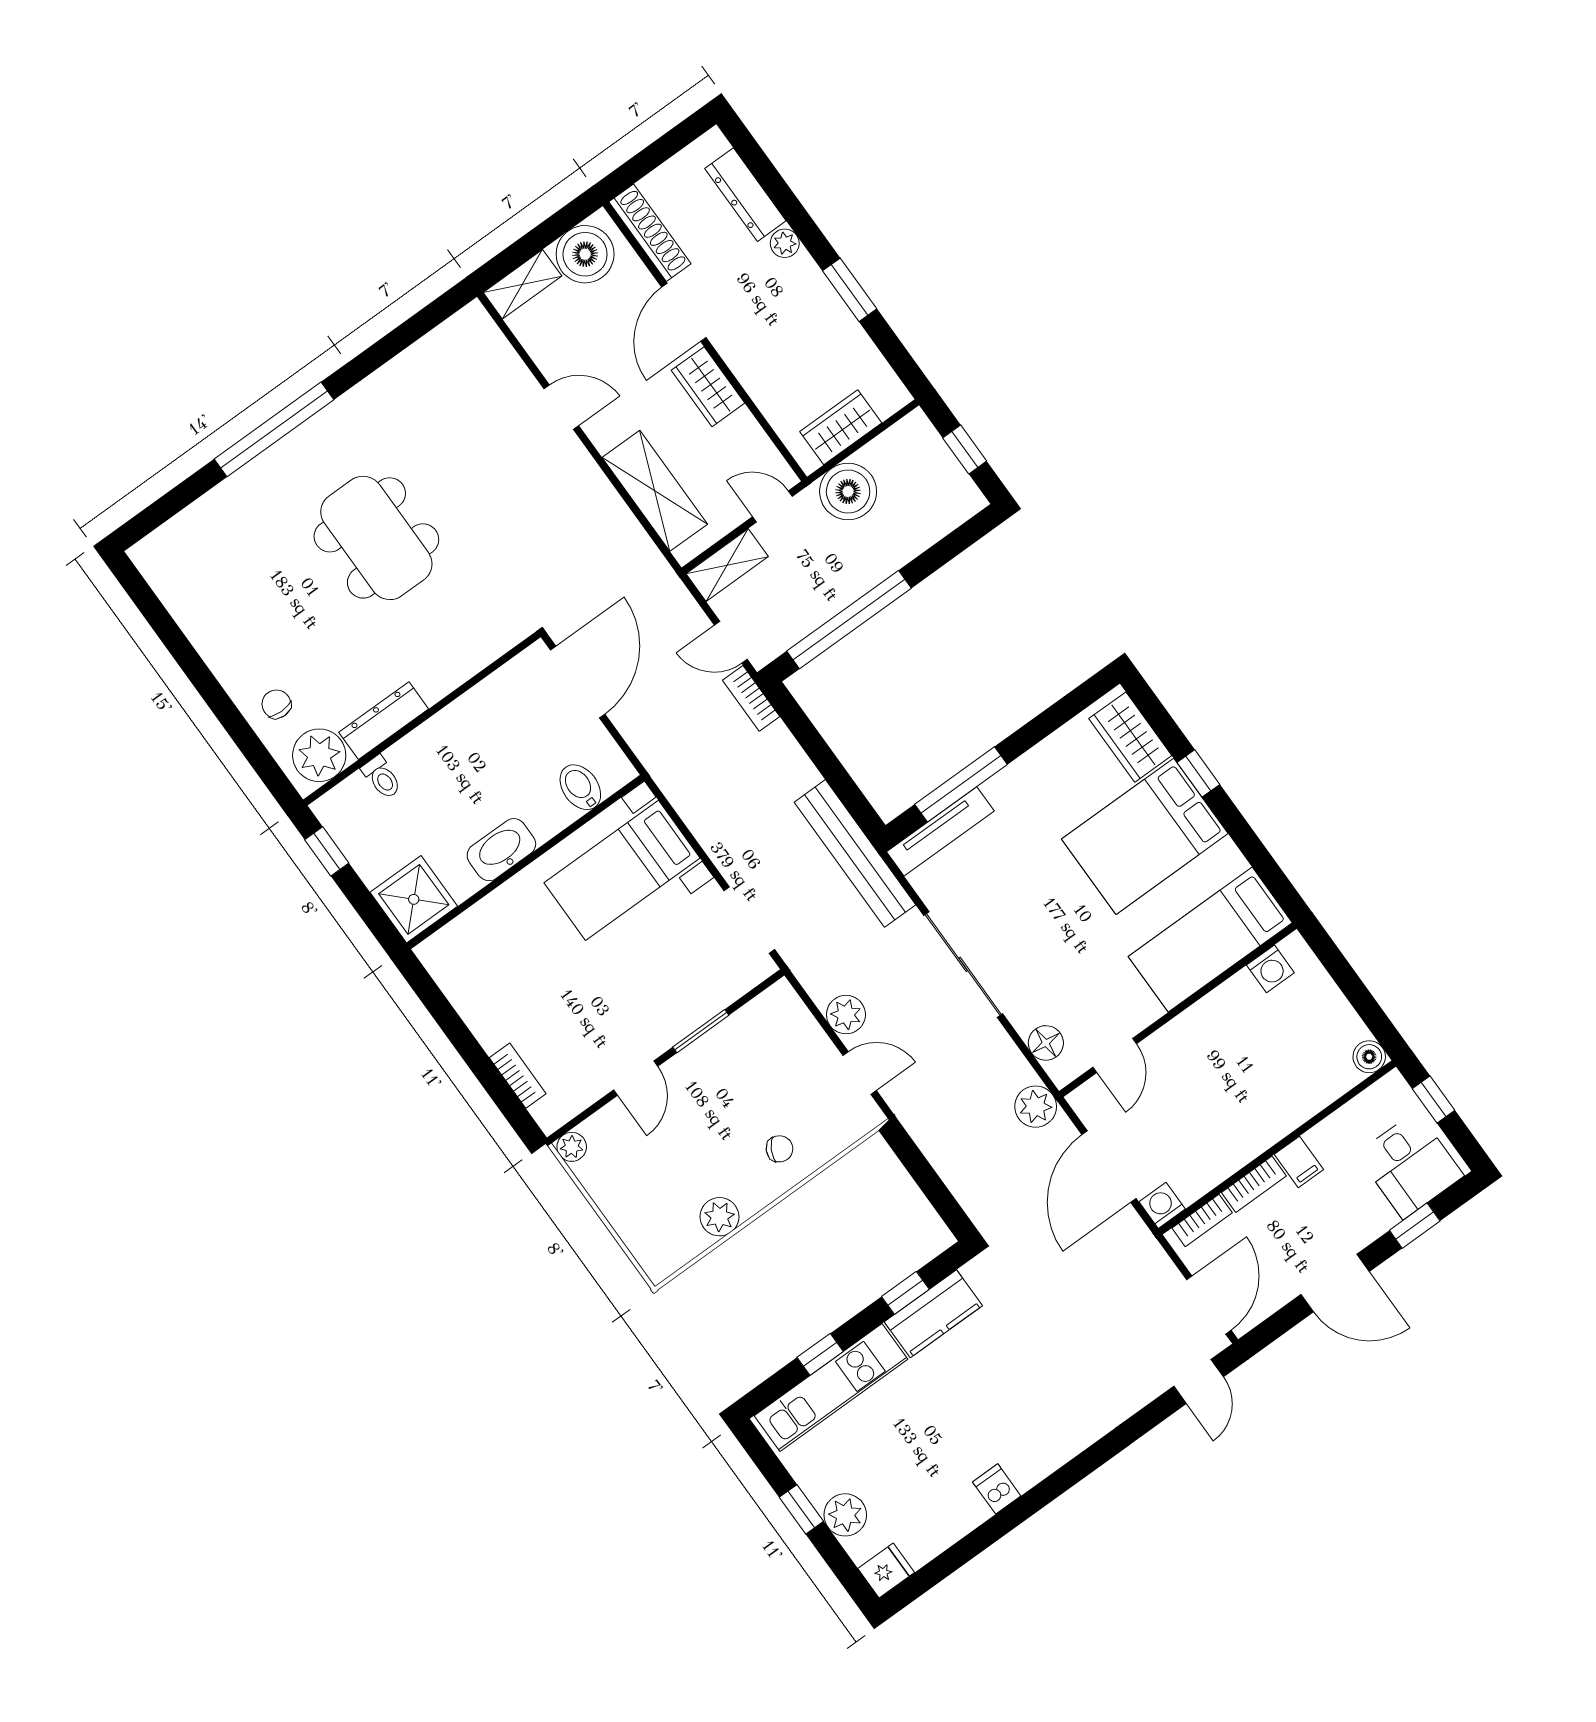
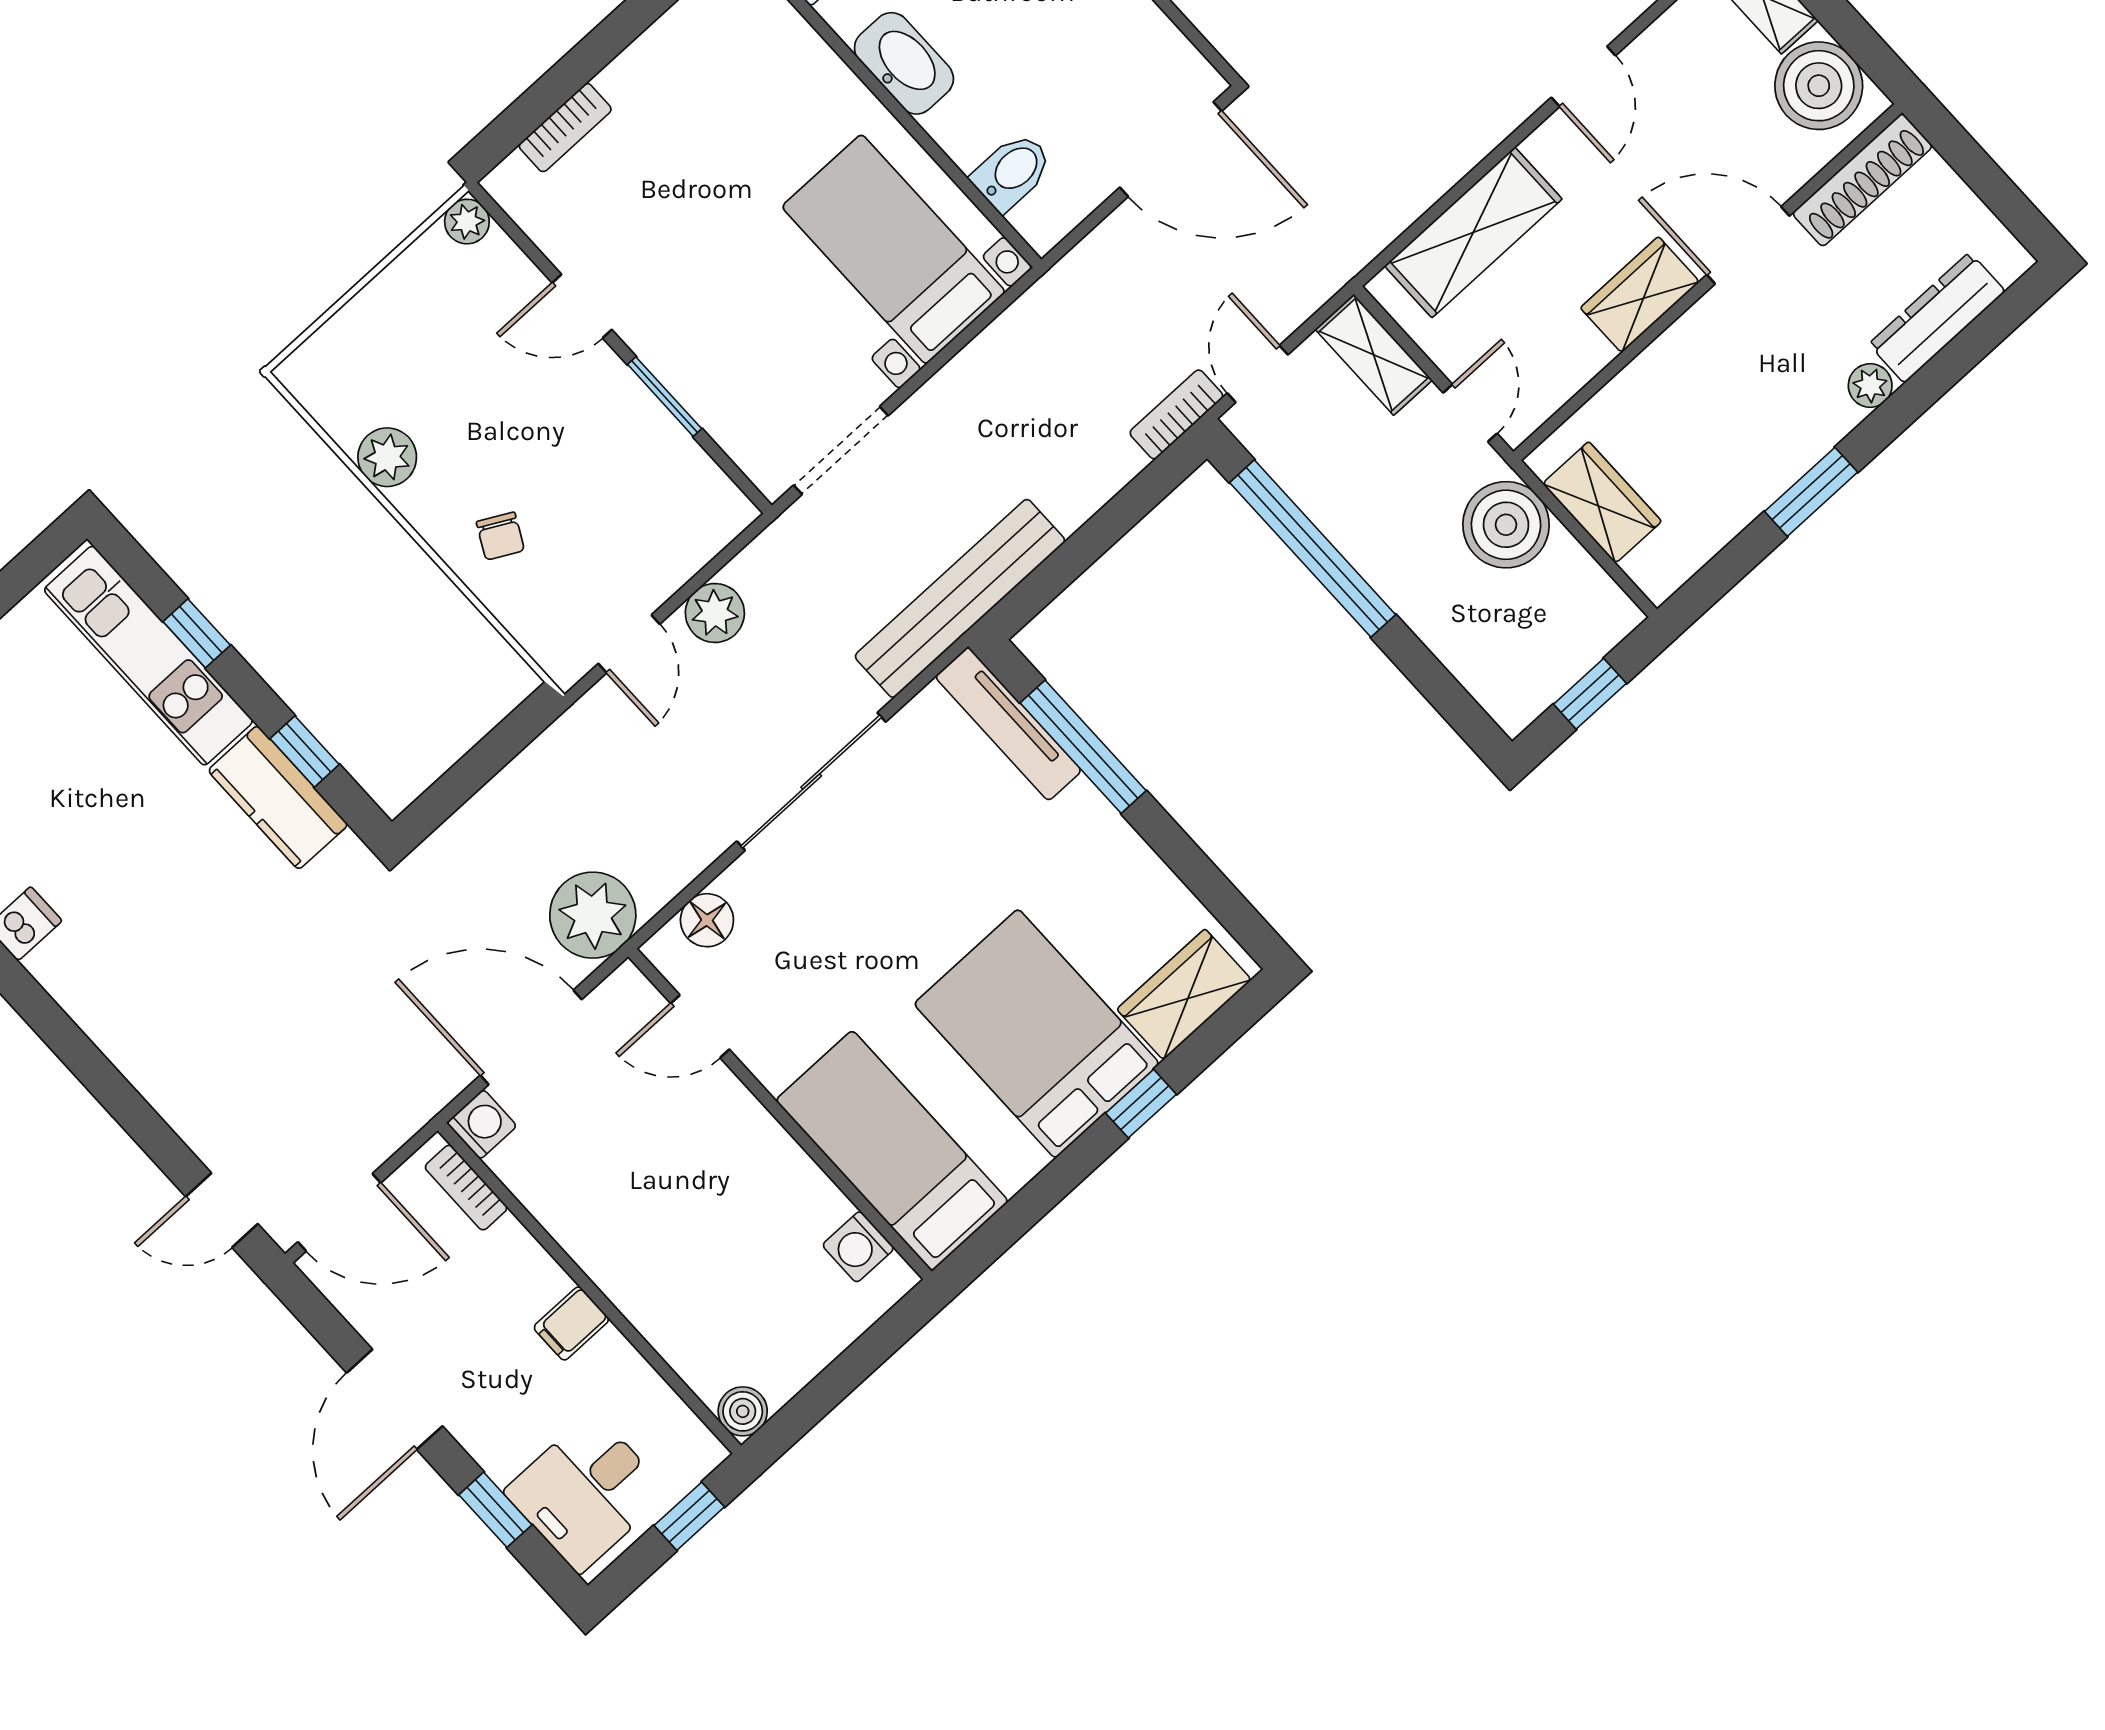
plant: (1036, 1107) -> (593, 915), width x1.36, depth x1.36
bookcase: (1254, 1184) -> (530, 1259), removed

